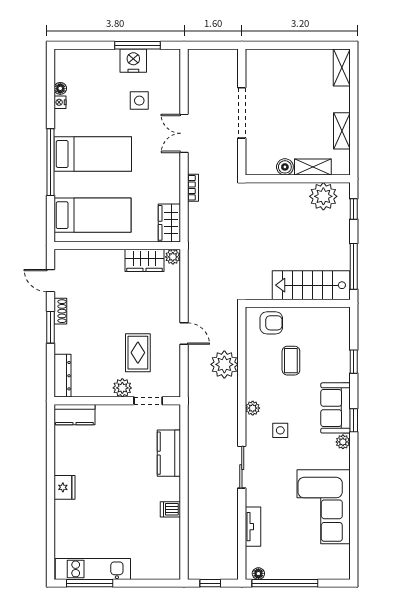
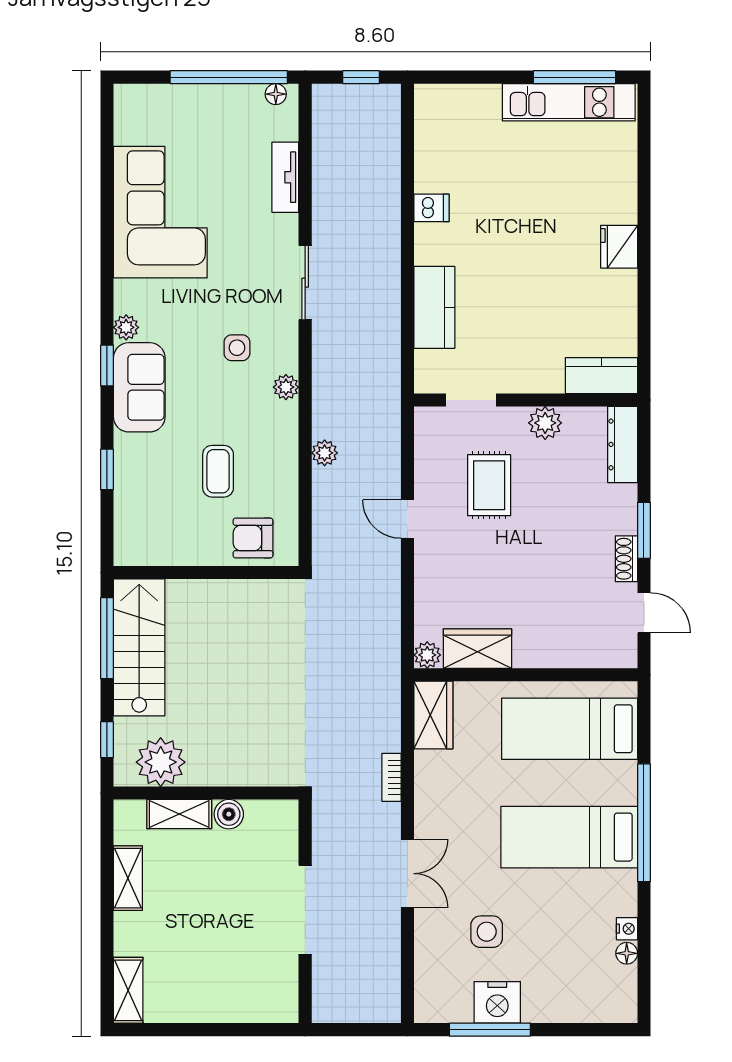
stairs: (311, 285) -> (139, 647), moved, turned -90
plant: (224, 364) -> (325, 453), width x0.53, depth x0.53
plant: (122, 388) -> (545, 423), moved

